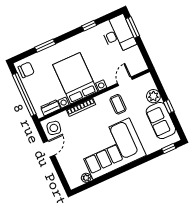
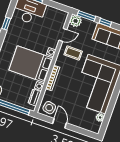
door: (125, 81) -> (63, 35), swing flipped
window: (159, 86) -> (86, 16), added
plant: (153, 96) -> (76, 21), moved

